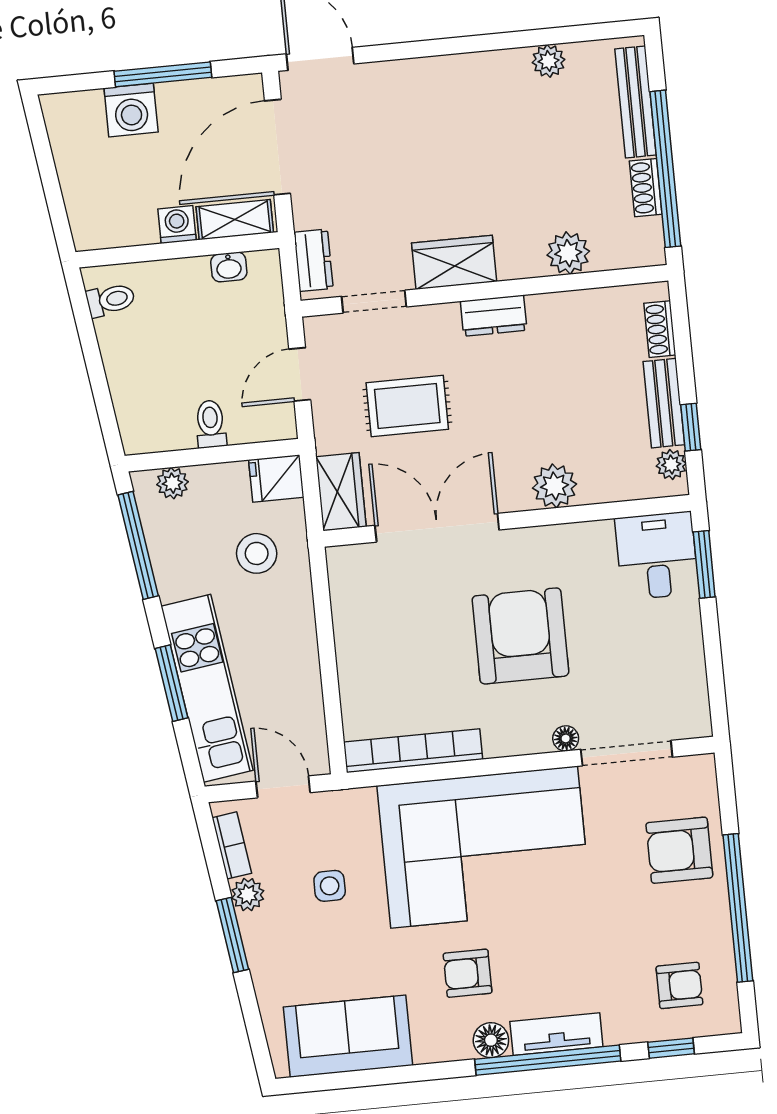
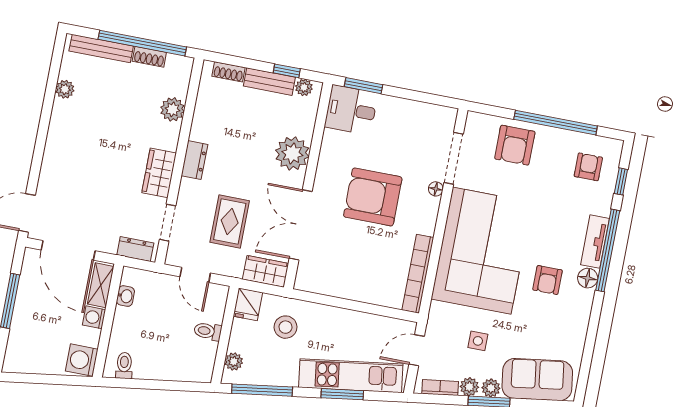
washing machine: (131, 110) -> (82, 360), moved, turned 180
plant: (555, 486) -> (292, 153), width x1.36, depth x1.36
plant: (256, 932) -> (491, 388), added
sofa: (348, 1036) -> (537, 380), moved, turned 82

